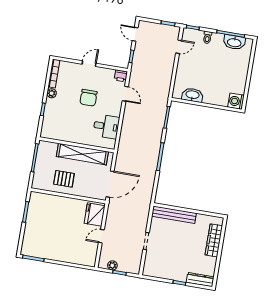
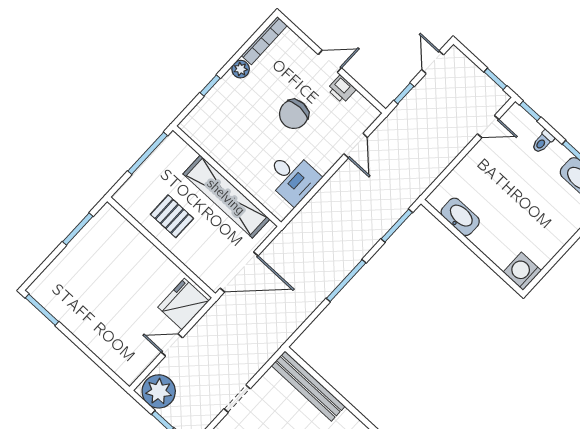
printer: (121, 76) -> (342, 89), moved
plant: (112, 265) -> (159, 391), width x1.87, depth x1.87

